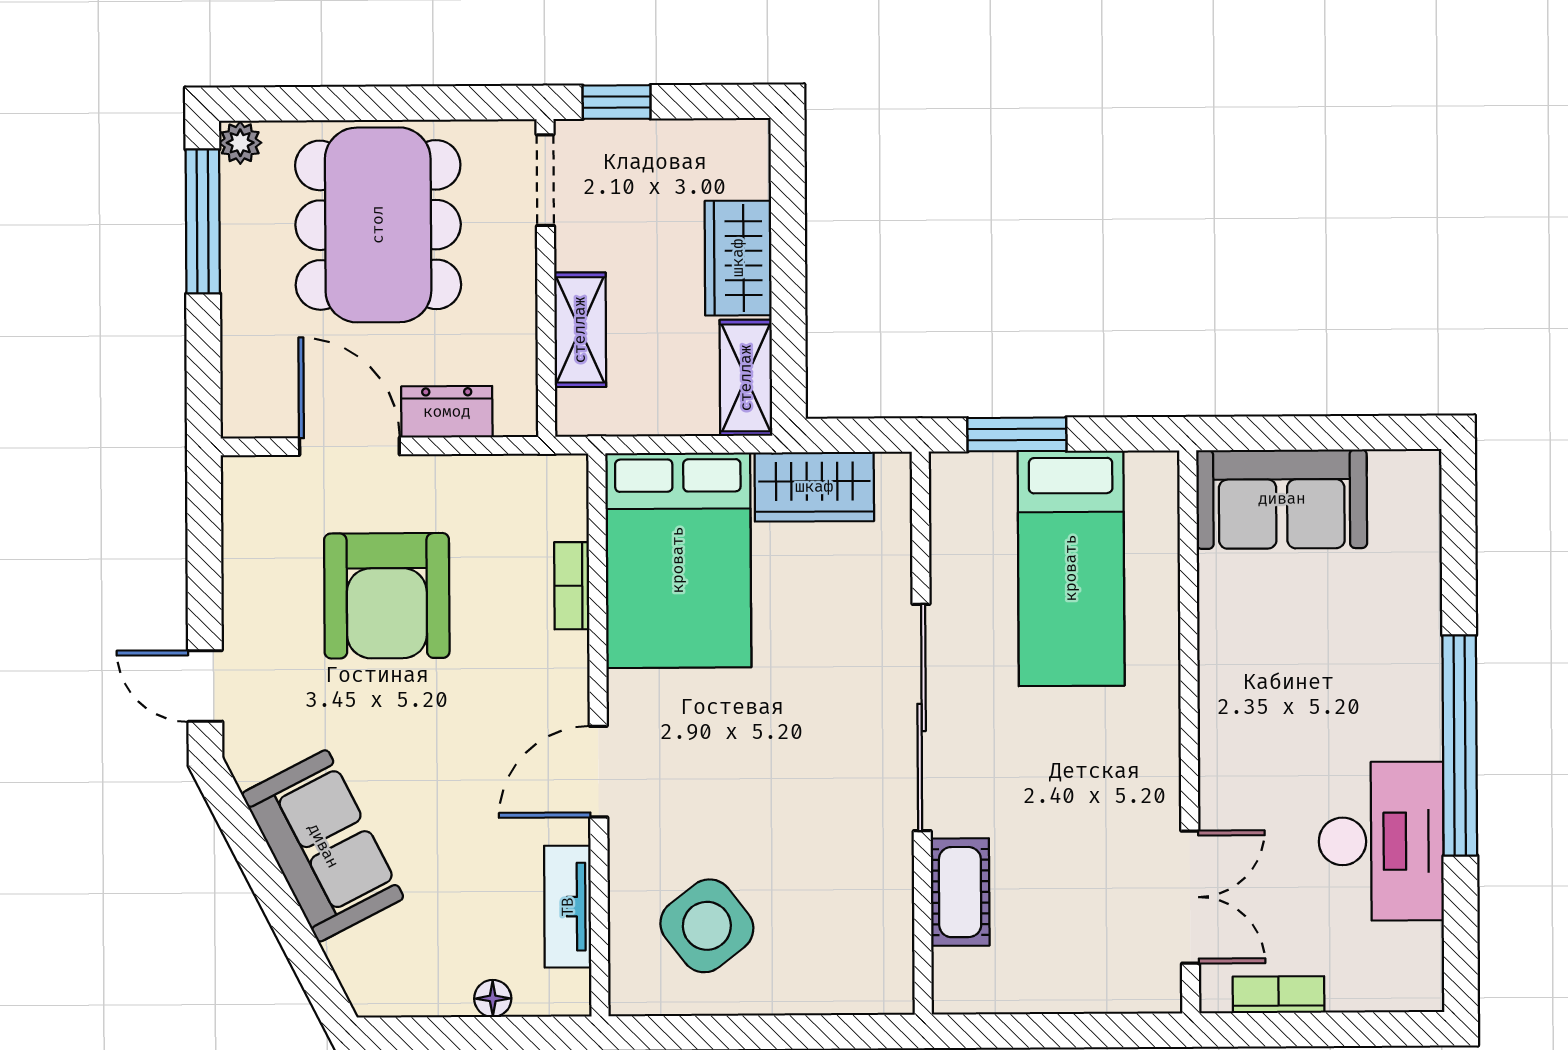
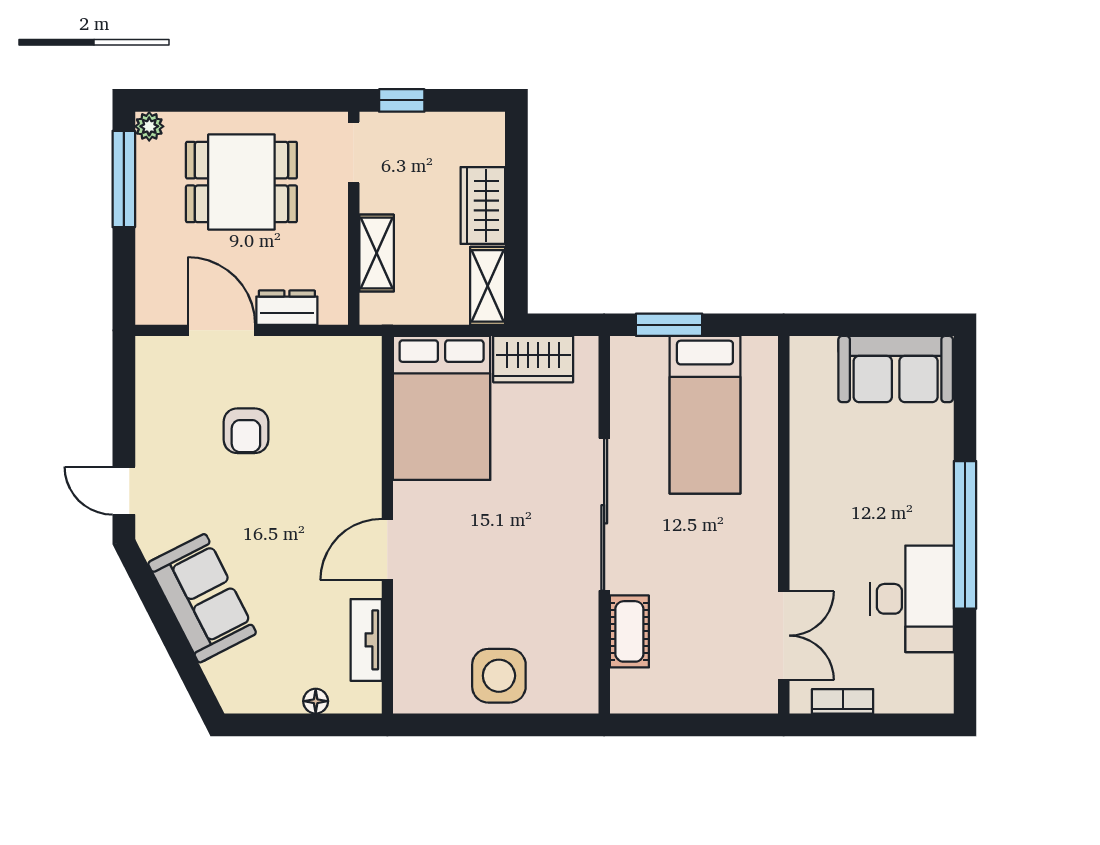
dining table: (378, 225) -> (241, 182), width x0.73
sofa: (1282, 499) -> (896, 369), moved
bookcase: (572, 586) -> (370, 425), removed
armchair: (387, 596) -> (246, 431), width x0.53, depth x0.53
side table: (707, 926) -> (499, 676), moved, turned 38

